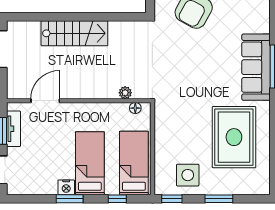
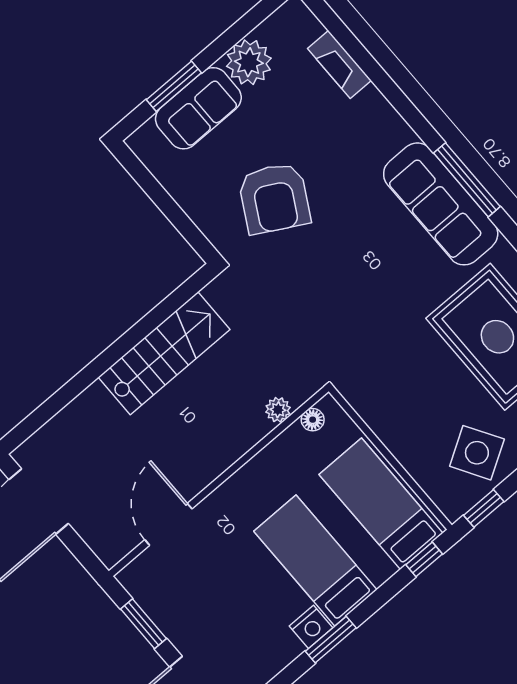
stairs: (74, 33) -> (164, 353), moved
tv unit: (13, 129) -> (157, 607), removed
side table: (188, 175) -> (477, 453), turned -31
window: (117, 199) -> (424, 559), moved

